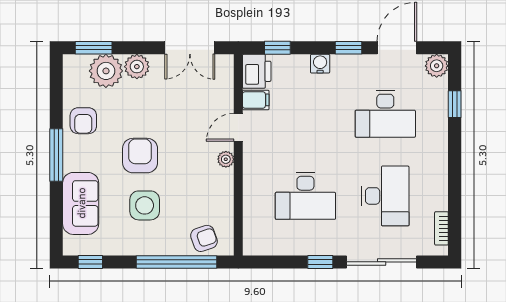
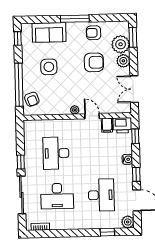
desk: (385, 114) -> (101, 195), turned 180
armchair: (140, 156) -> (94, 62), moved

